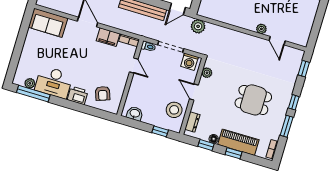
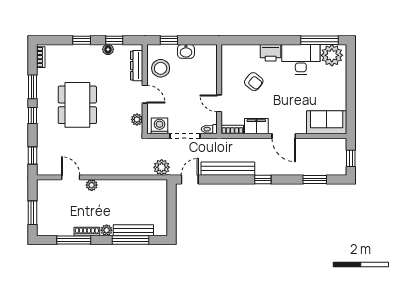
window: (318, 20) -> (32, 213), added
plant: (30, 83) -> (332, 55), width x1.88, depth x1.88
armchair: (103, 93) -> (254, 82), moved, turned 148
dining table: (253, 100) -> (77, 105), width x1.37
washbasin: (135, 114) -> (186, 51), moved
dresser: (192, 122) -> (137, 66), width x1.44
piano: (238, 142) -> (80, 54), removed

